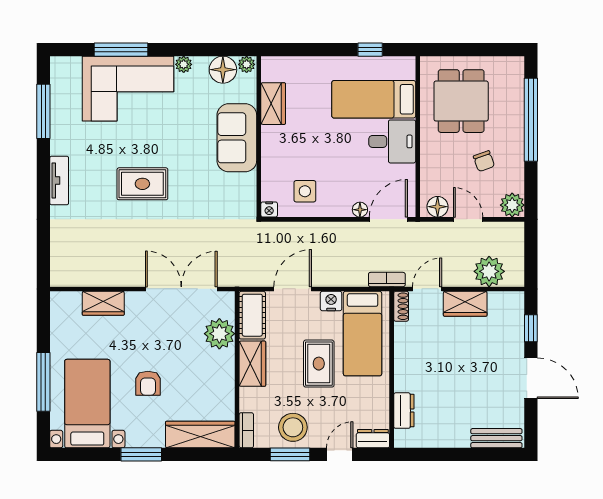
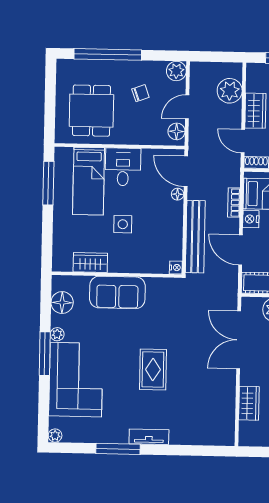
window: (121, 50) -> (45, 354), moved
window: (370, 50) -> (48, 183), width x2.17
plant: (247, 64) -> (55, 436), moved
dining table: (461, 101) -> (91, 111), turned 90
window: (43, 111) -> (118, 449), moved
side table: (305, 191) -> (123, 224), moved
bench: (308, 233) -> (195, 237), added
bookcase: (387, 280) -> (234, 203), moved

